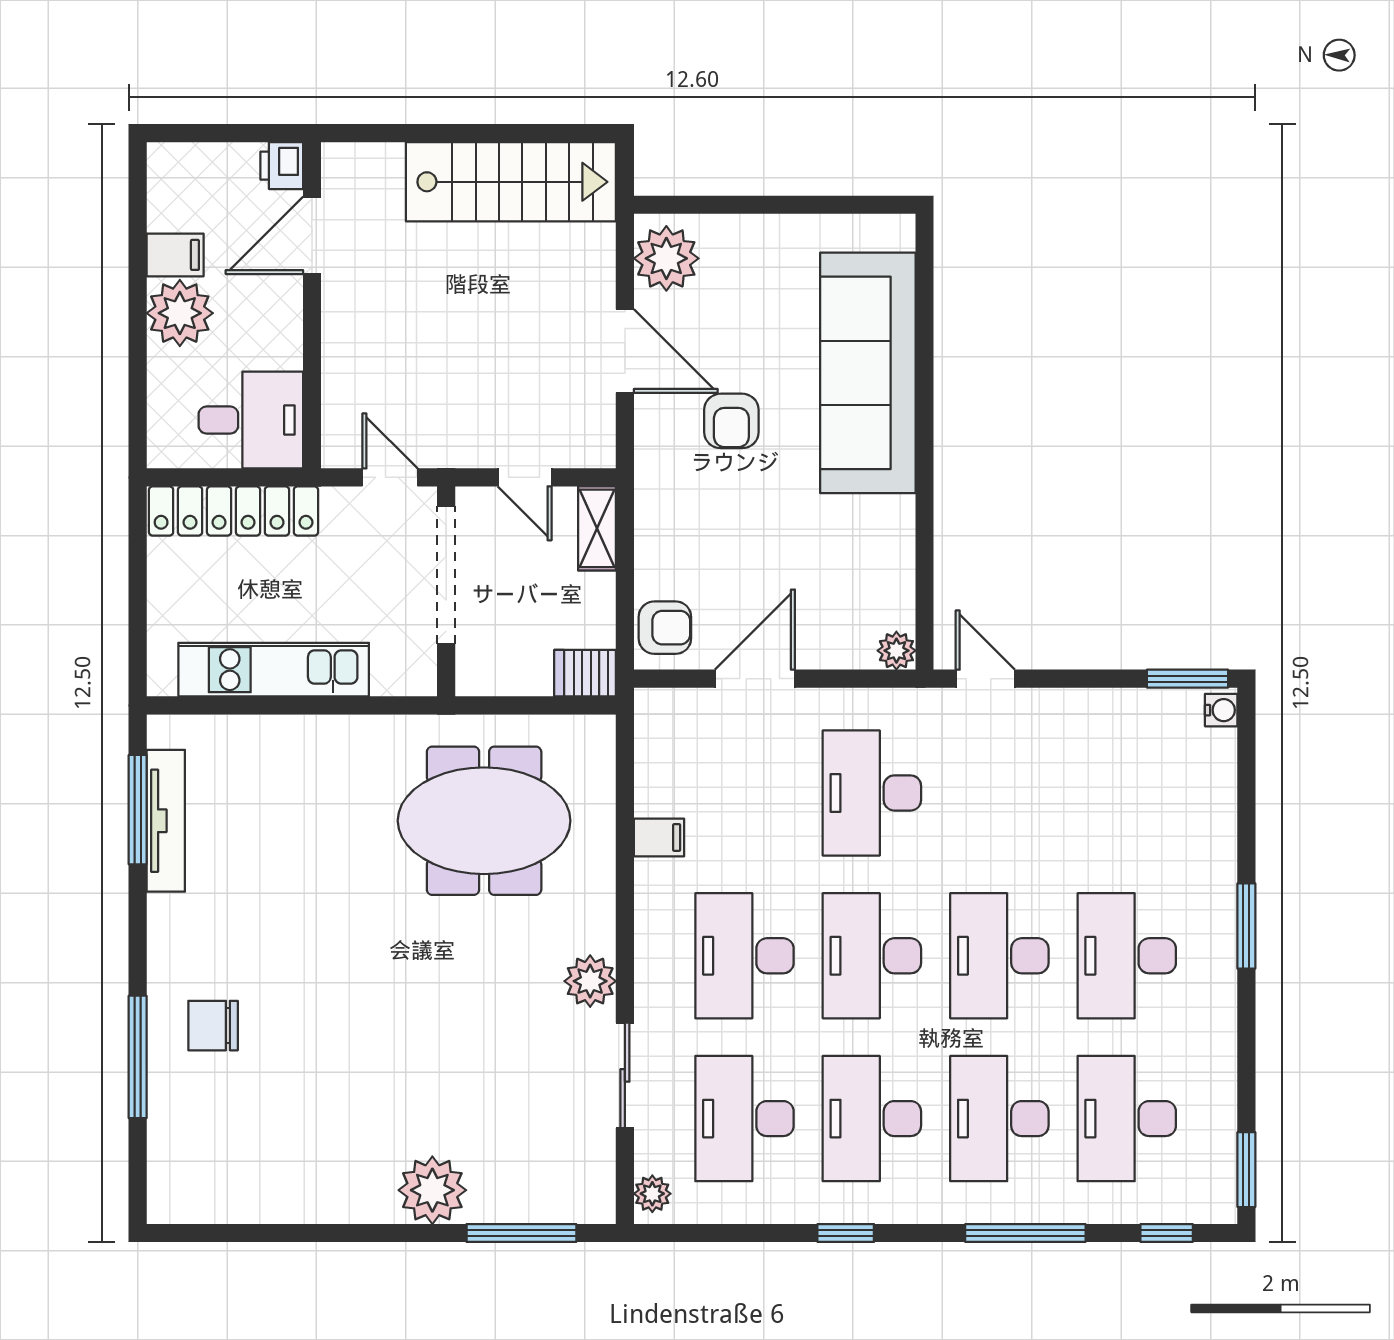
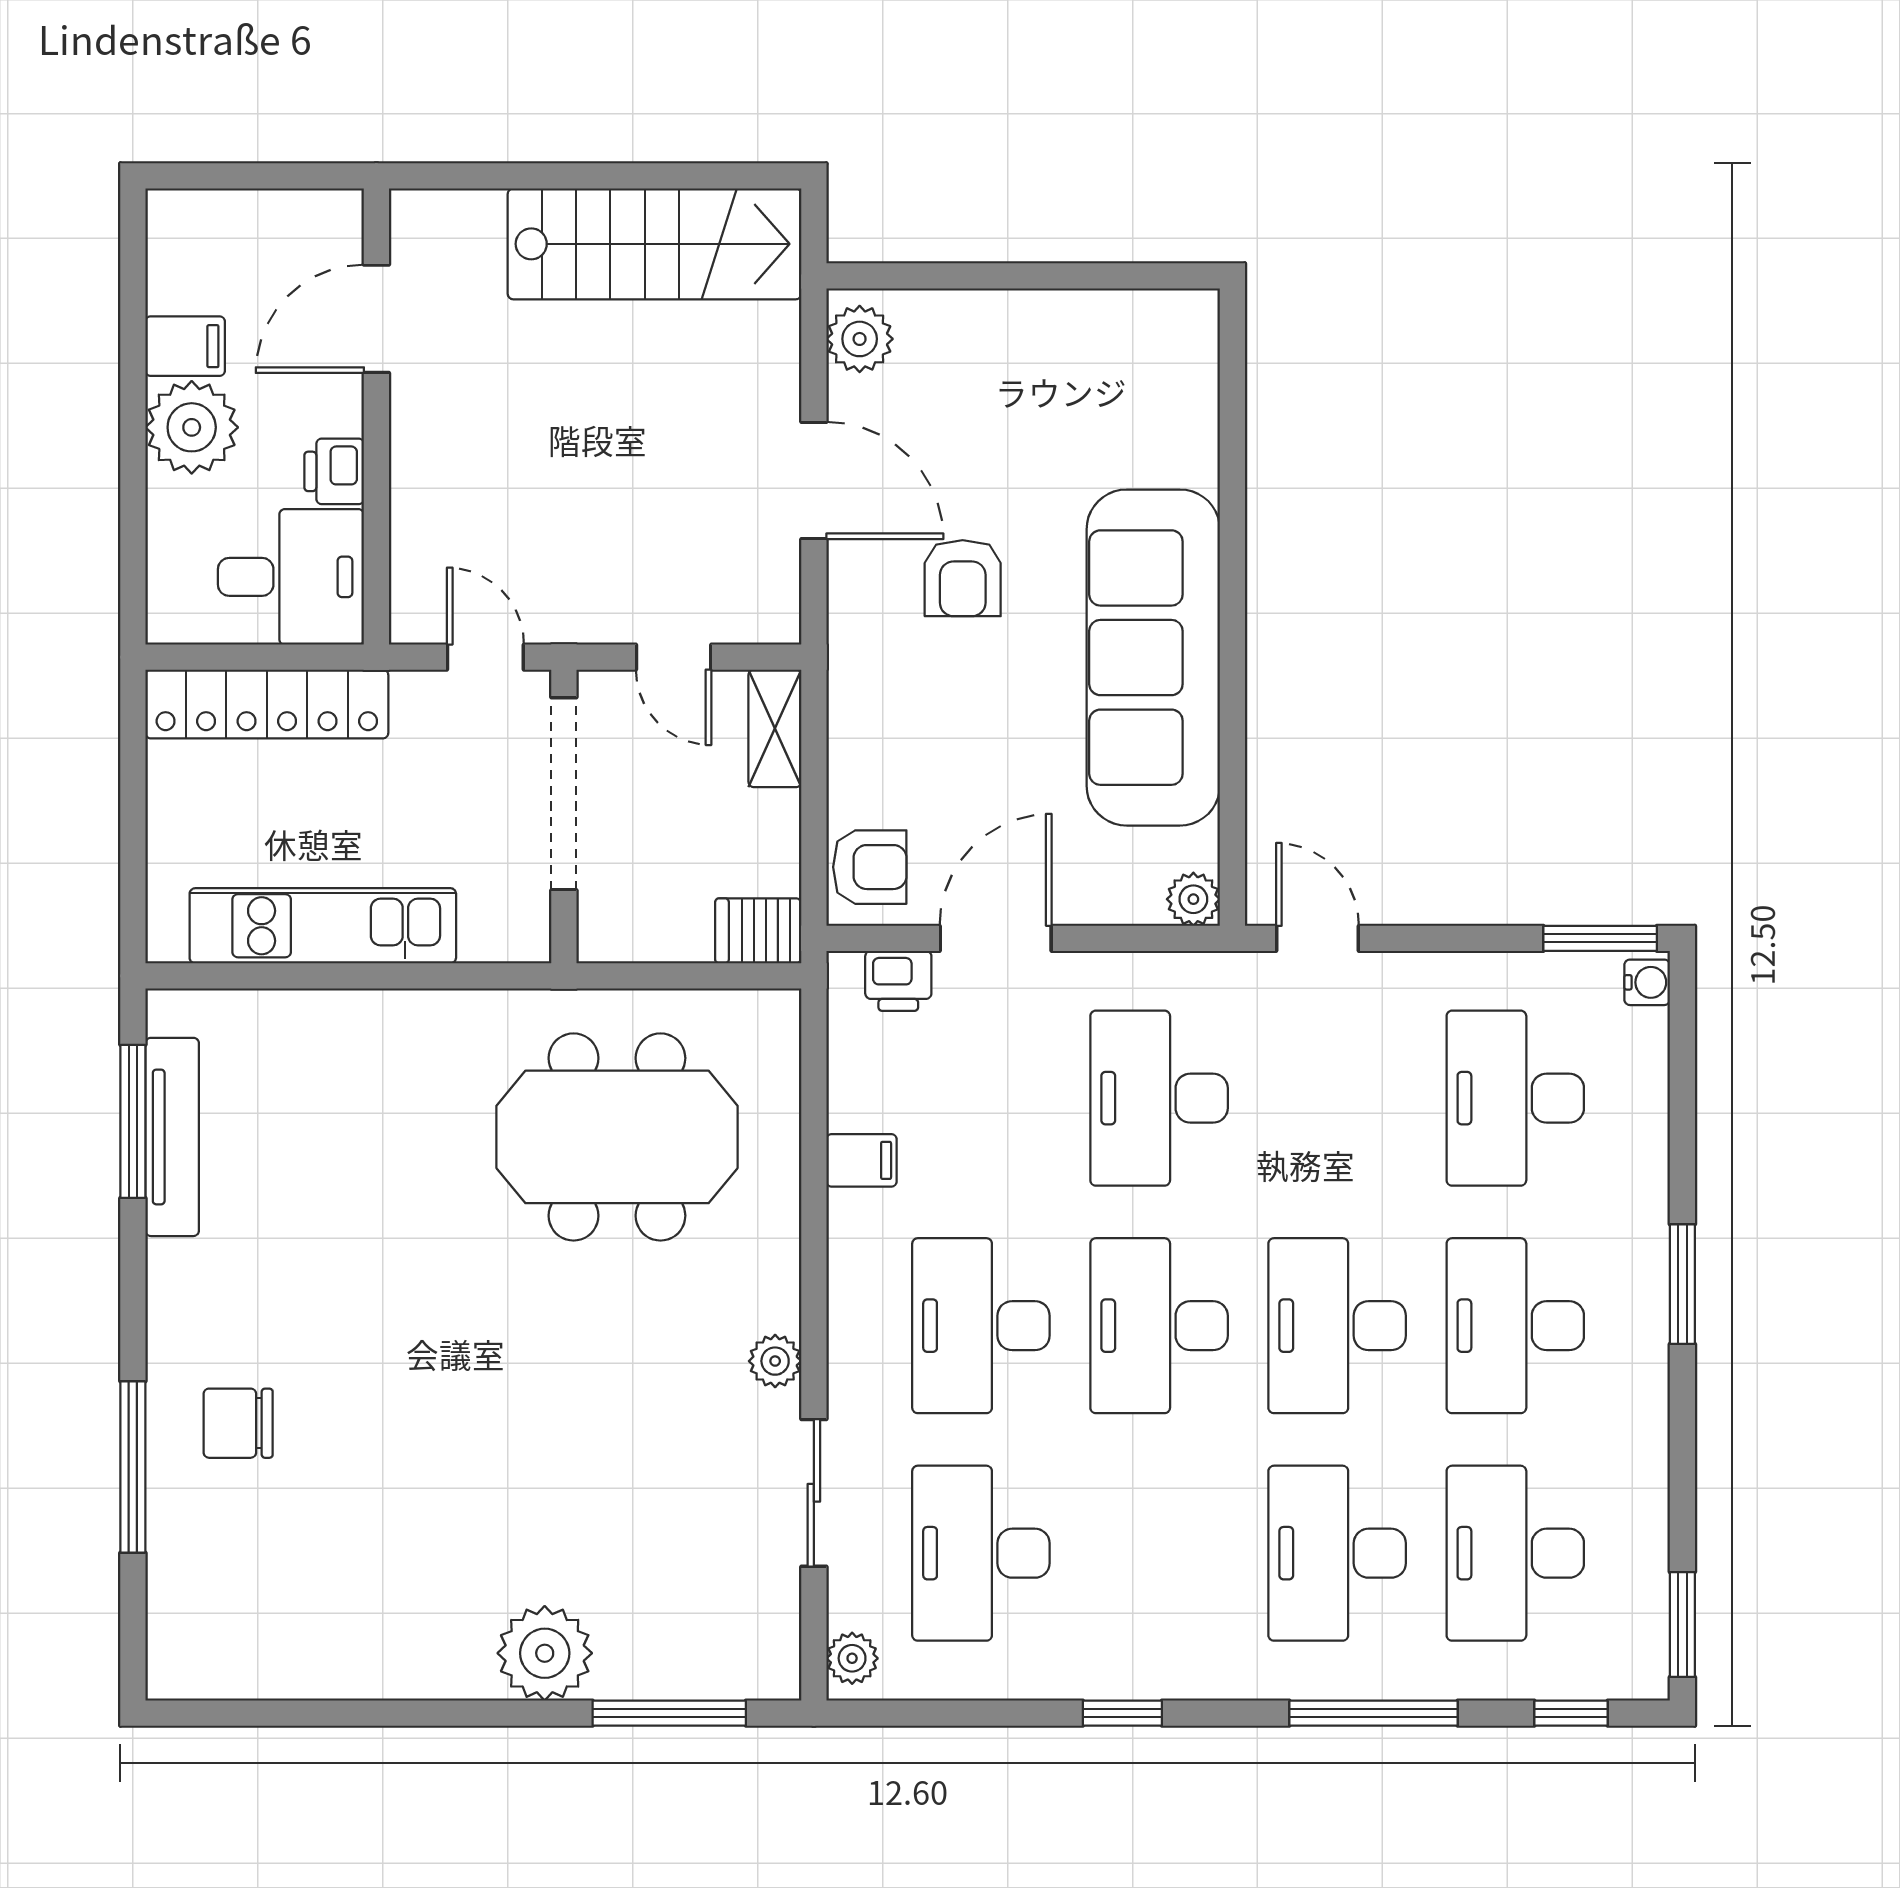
printer: (282, 166) -> (334, 471), moved
plant: (666, 258) -> (860, 339), width x0.73, depth x0.73
sofa: (868, 373) -> (1153, 658), moved
printer: (685, 709) -> (898, 981), added
plant: (590, 981) -> (775, 1361), width x0.73, depth x0.73
desk: (872, 1119) -> (1515, 1098), moved

